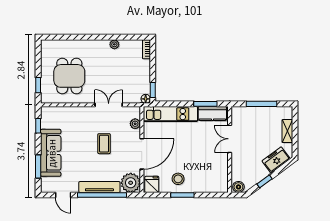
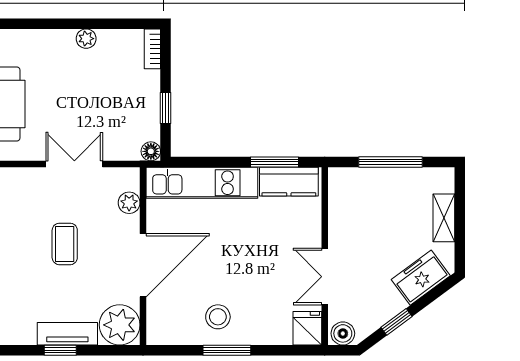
window: (153, 90) -> (166, 108), moved
double door: (230, 139) -> (325, 277), moved
fridge: (152, 184) -> (307, 328), moved
tv unit: (99, 187) -> (67, 334), width x0.71
window: (102, 195) -> (60, 350), width x0.32

